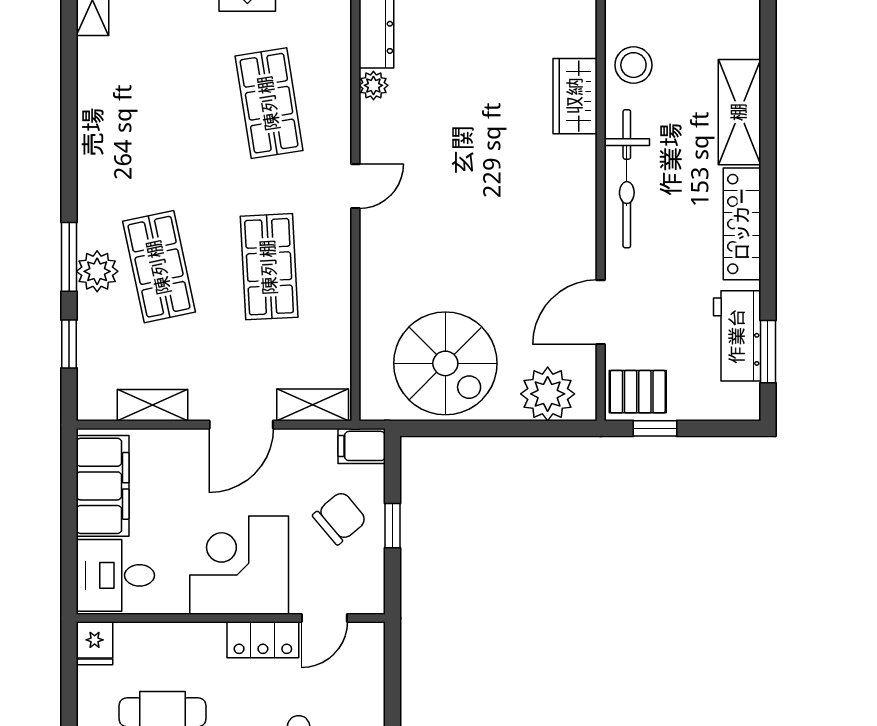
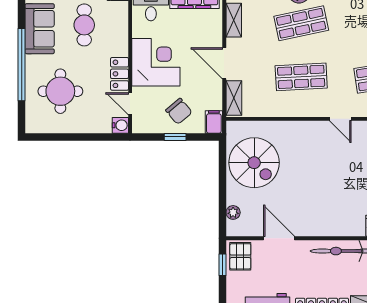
spiral stairs: (445, 363) -> (254, 163), turned -90
plant: (548, 394) -> (233, 212), width x0.53, depth x0.53
water cooler: (369, 638) -> (120, 125), added

